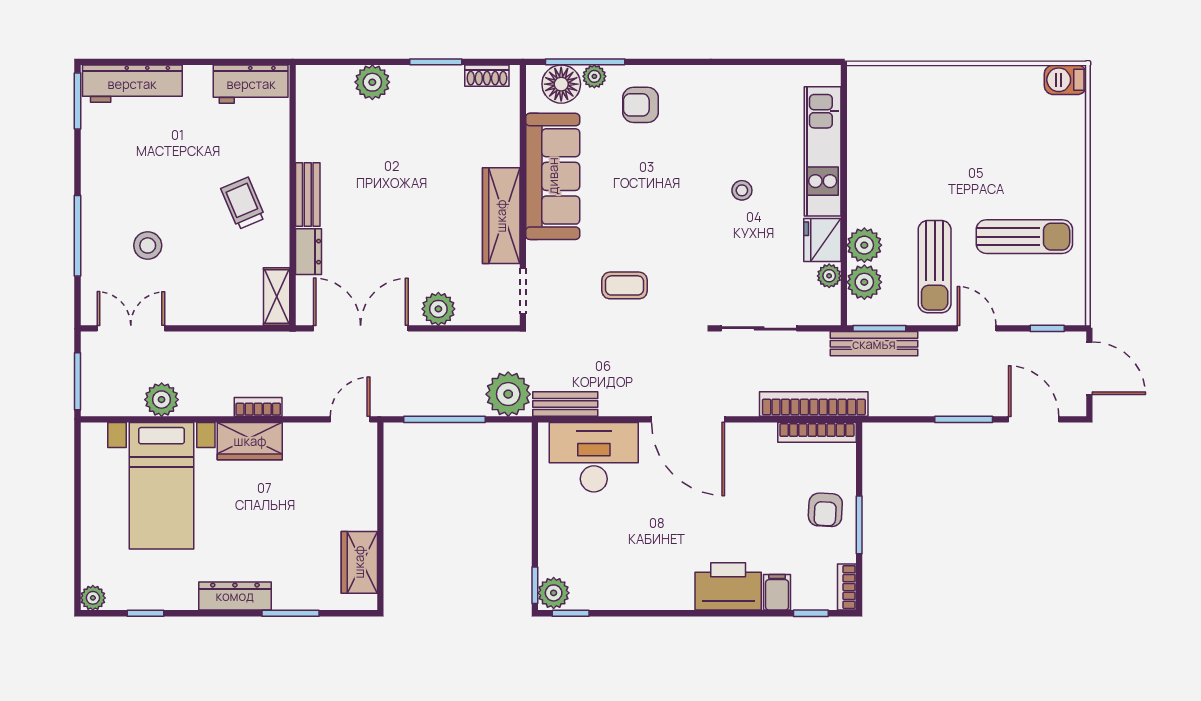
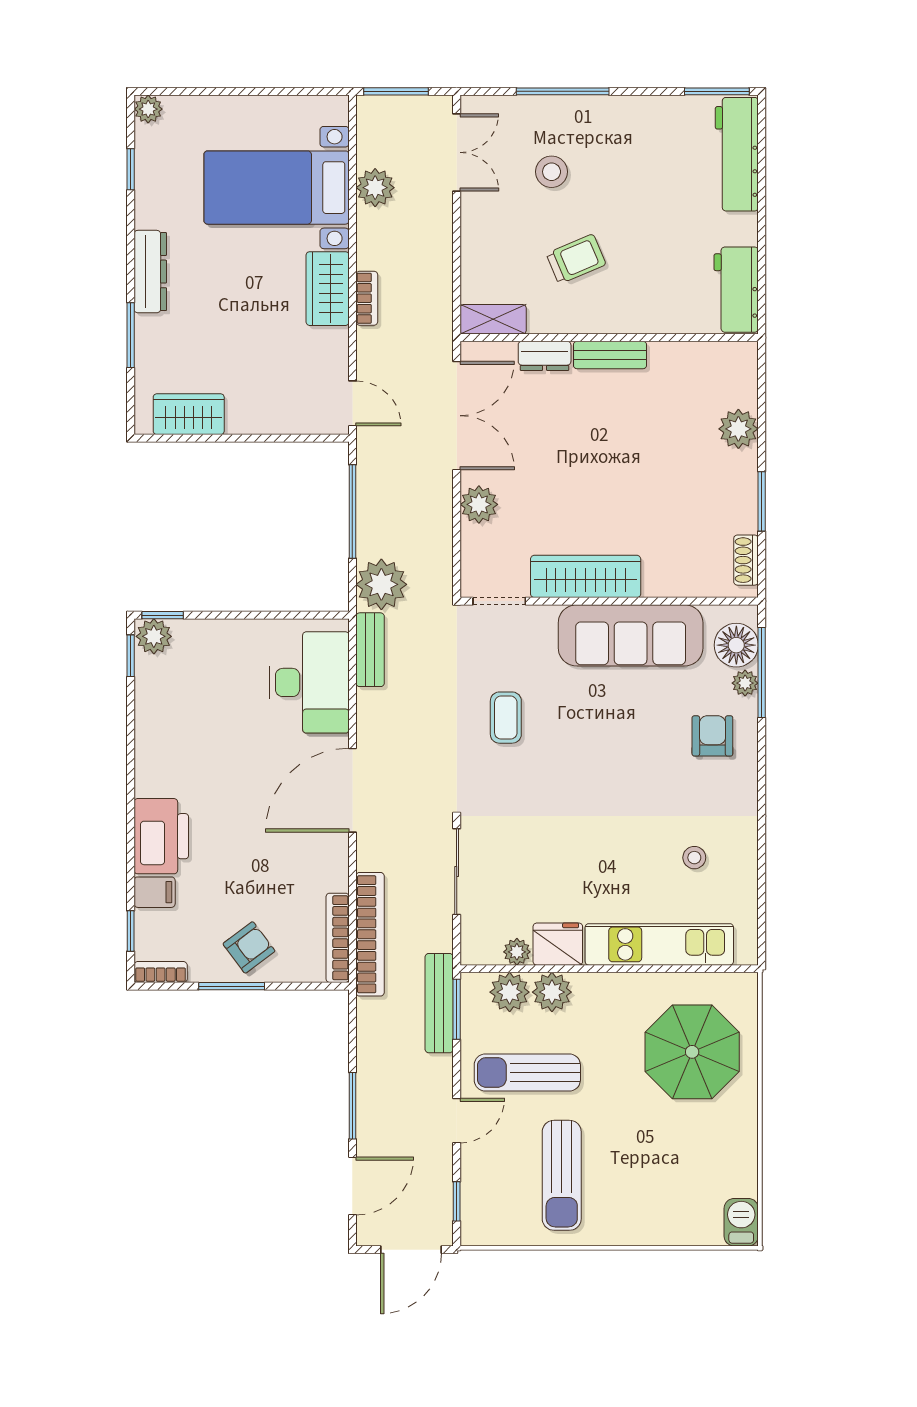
parasol: (917, 123) -> (692, 1052), added
stool: (742, 190) -> (694, 858), moved
trolley: (243, 203) -> (576, 259), moved
armchair: (825, 510) -> (249, 947), turned 140

